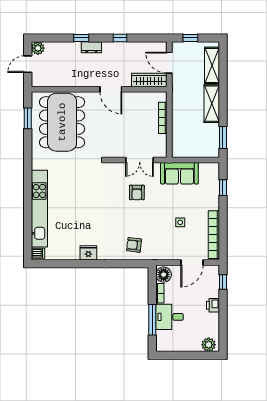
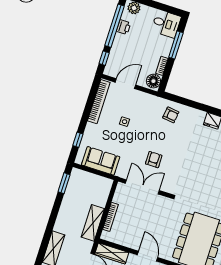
shelving: (212, 104) -> (93, 223), moved
double door: (140, 160) -> (142, 187), width x1.37
sofa: (179, 173) -> (101, 161), moved
printer: (213, 305) -> (124, 27), moved
desk: (170, 317) -> (166, 24), moved
window: (223, 319) -> (115, 26), added

